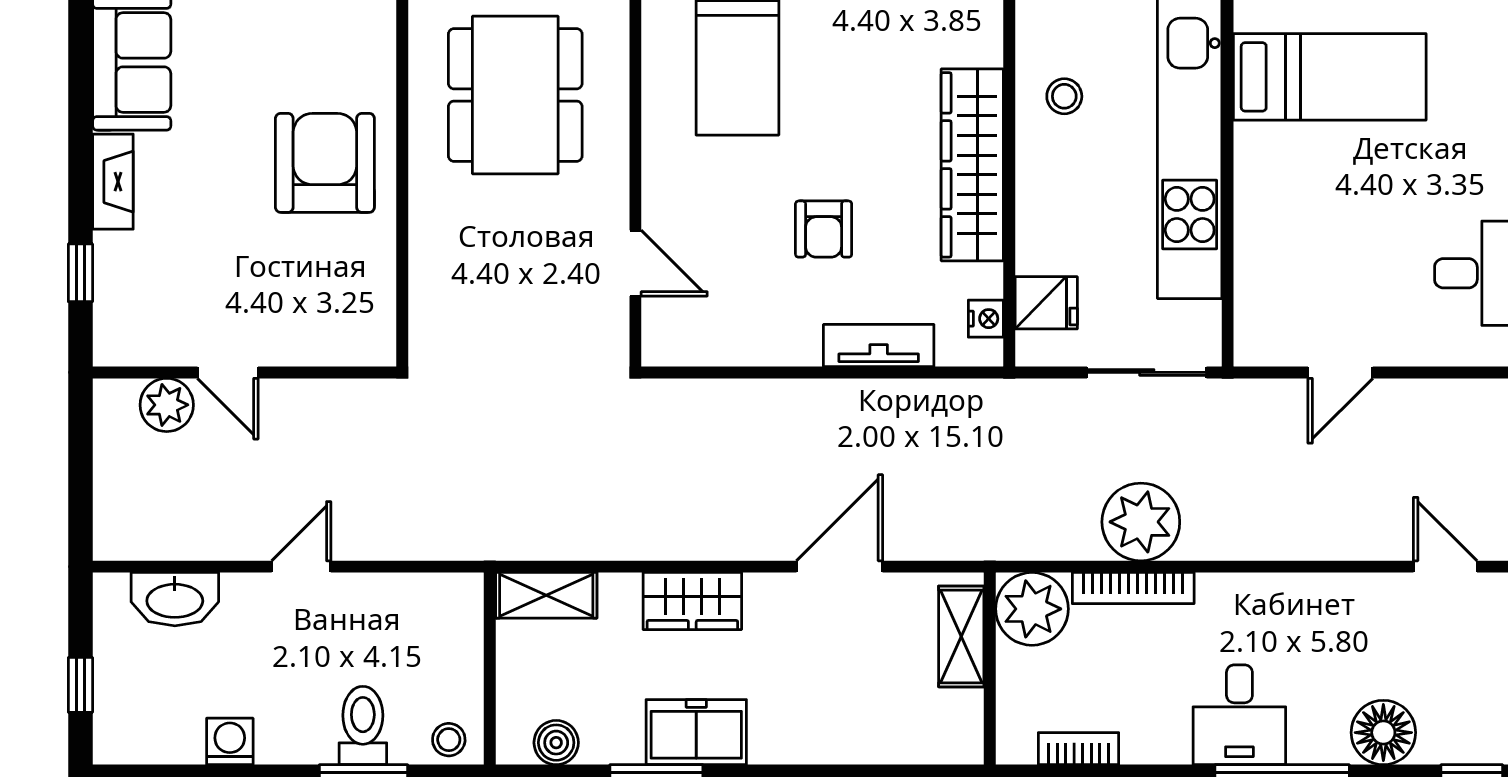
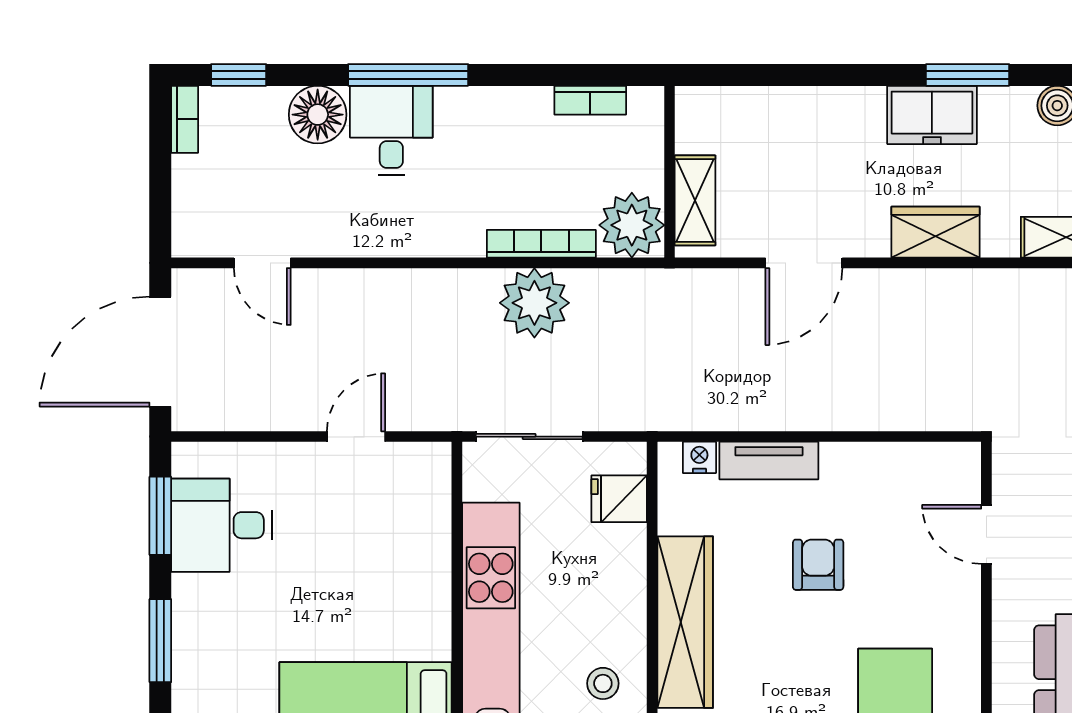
nightstand: (986, 319) -> (699, 457), moved, turned 90
desk: (1239, 715) -> (391, 130), moved

